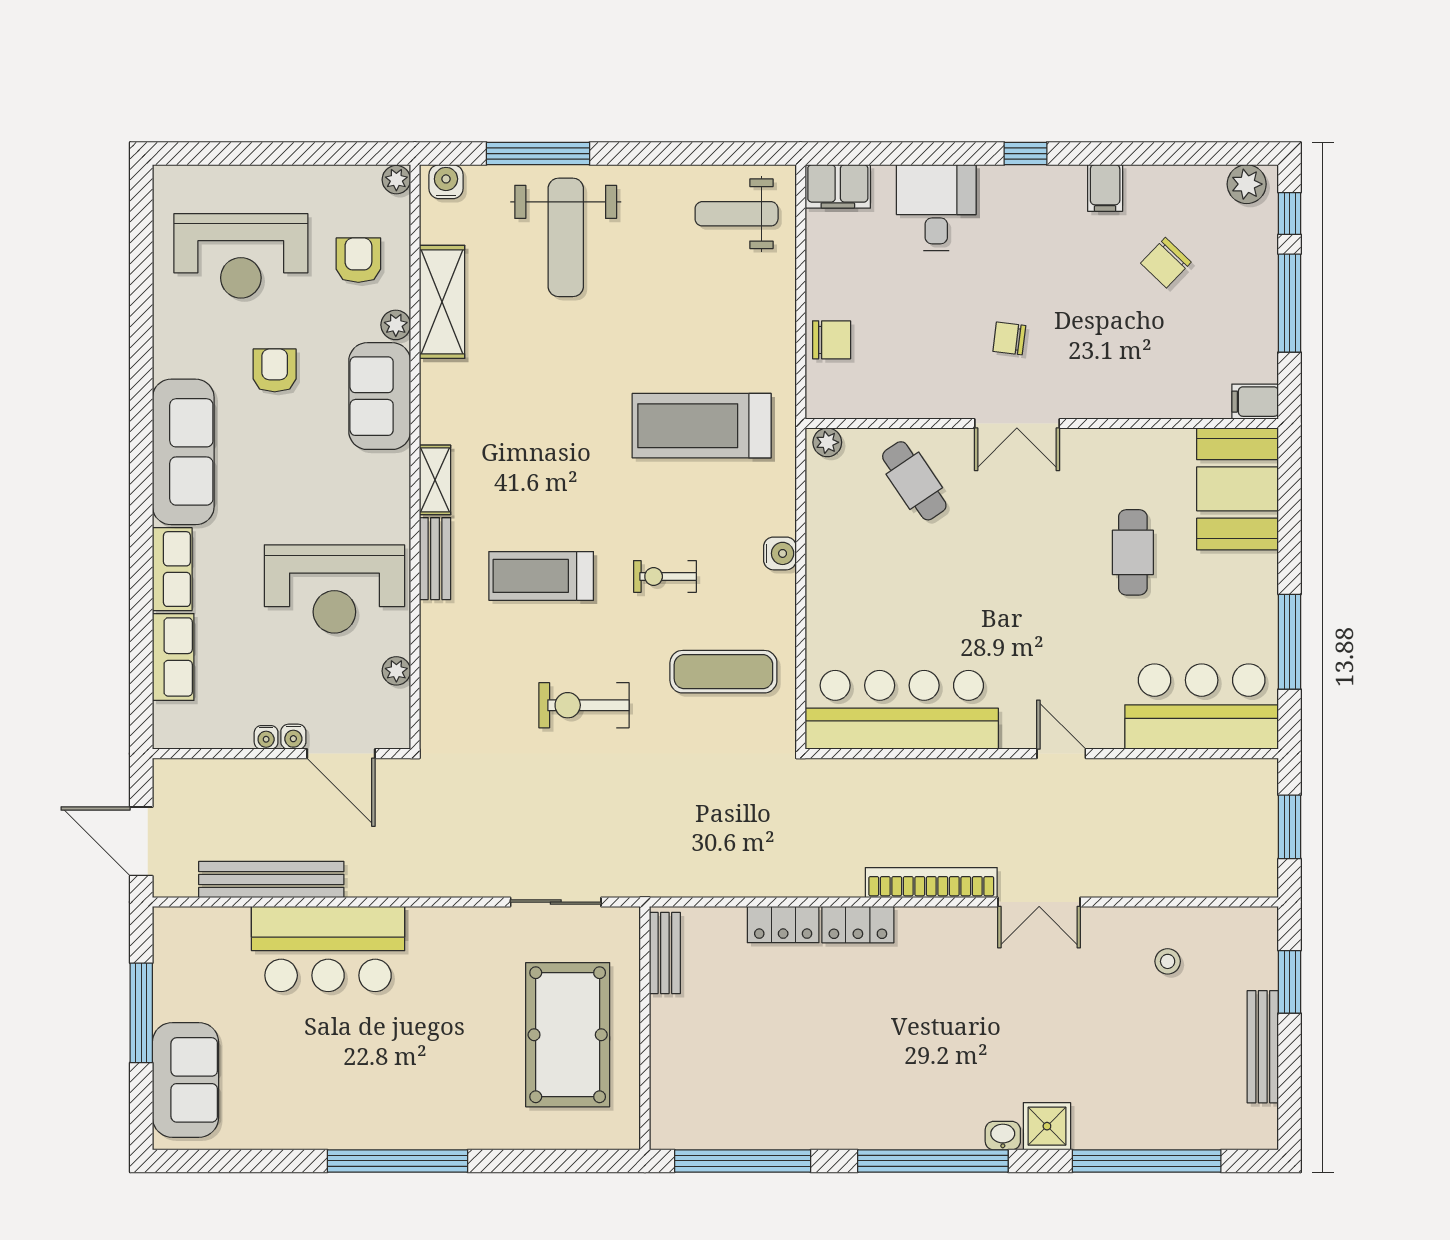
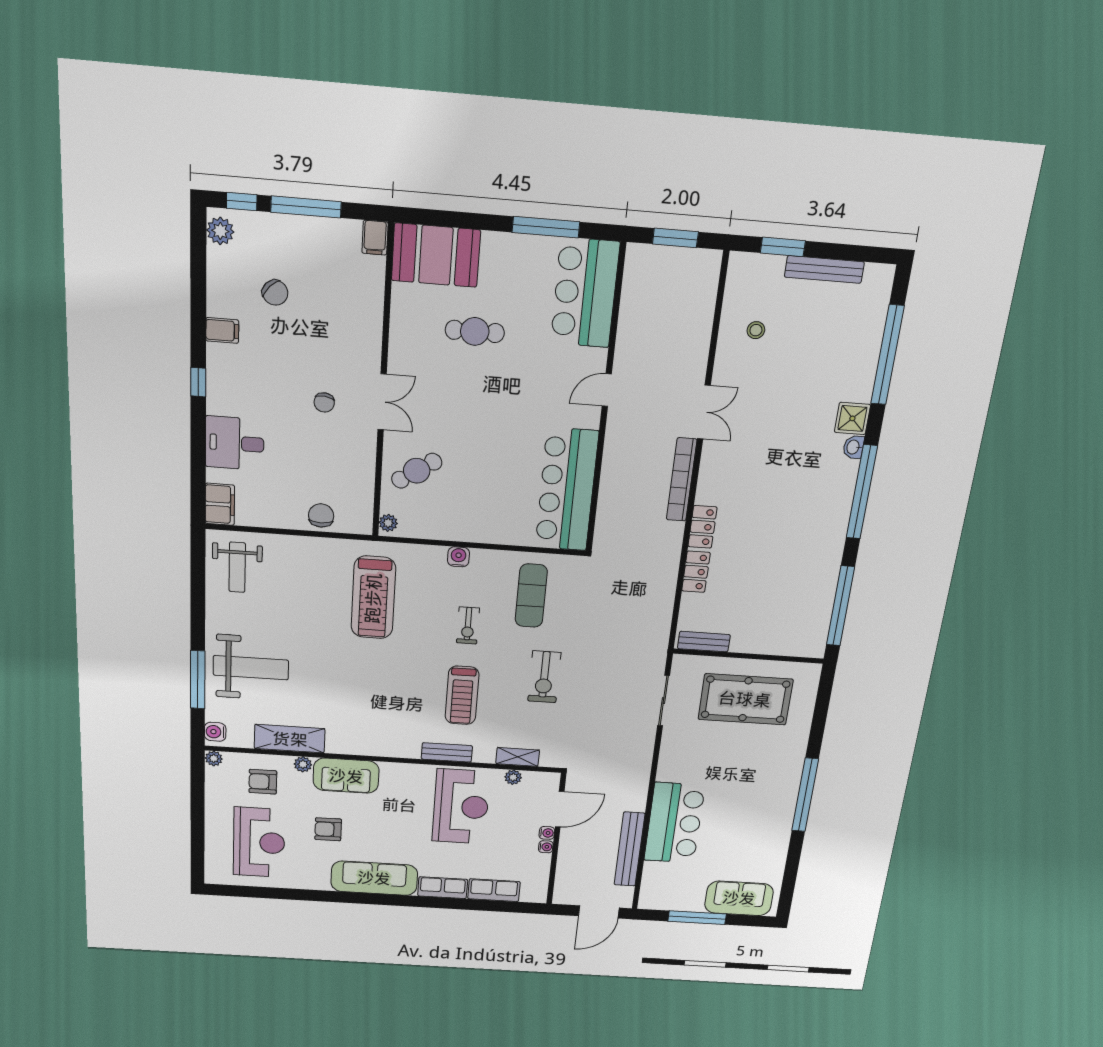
shelving: (435, 480) -> (518, 757), moved

